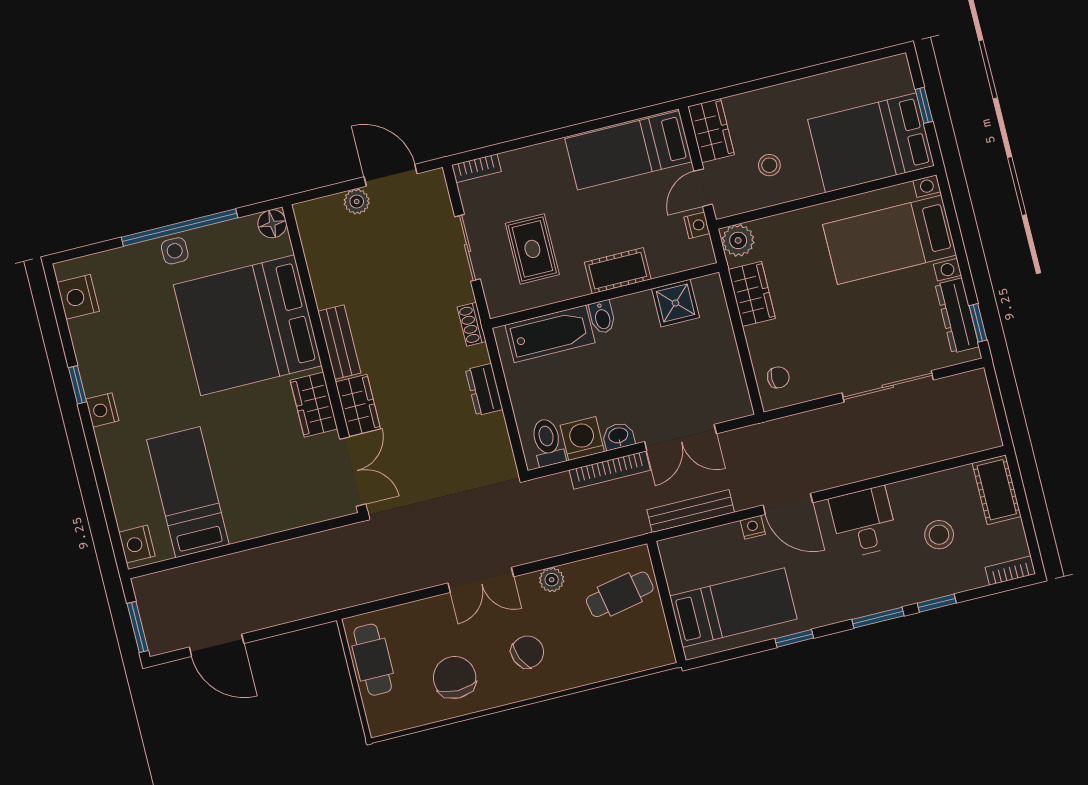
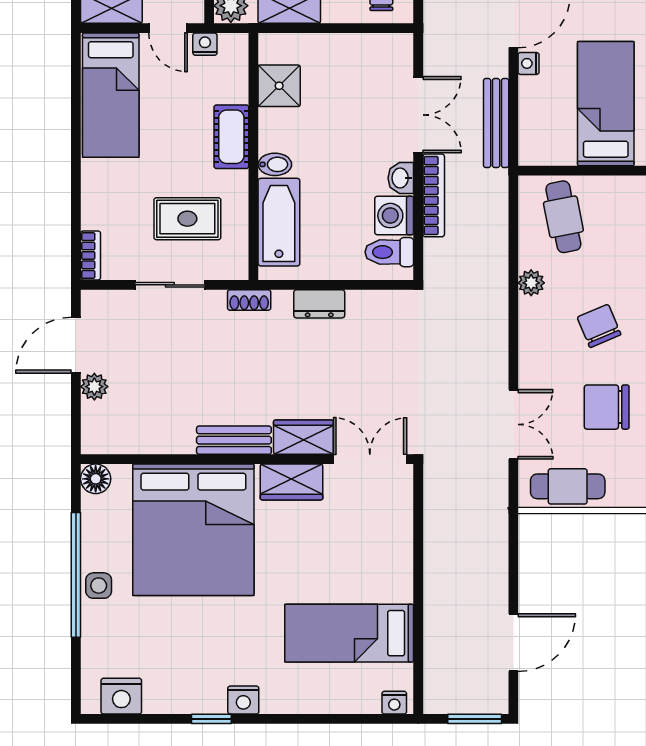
nightstand: (137, 544) -> (394, 703), width x0.72, depth x0.74
double door: (481, 580) -> (513, 424), moved

